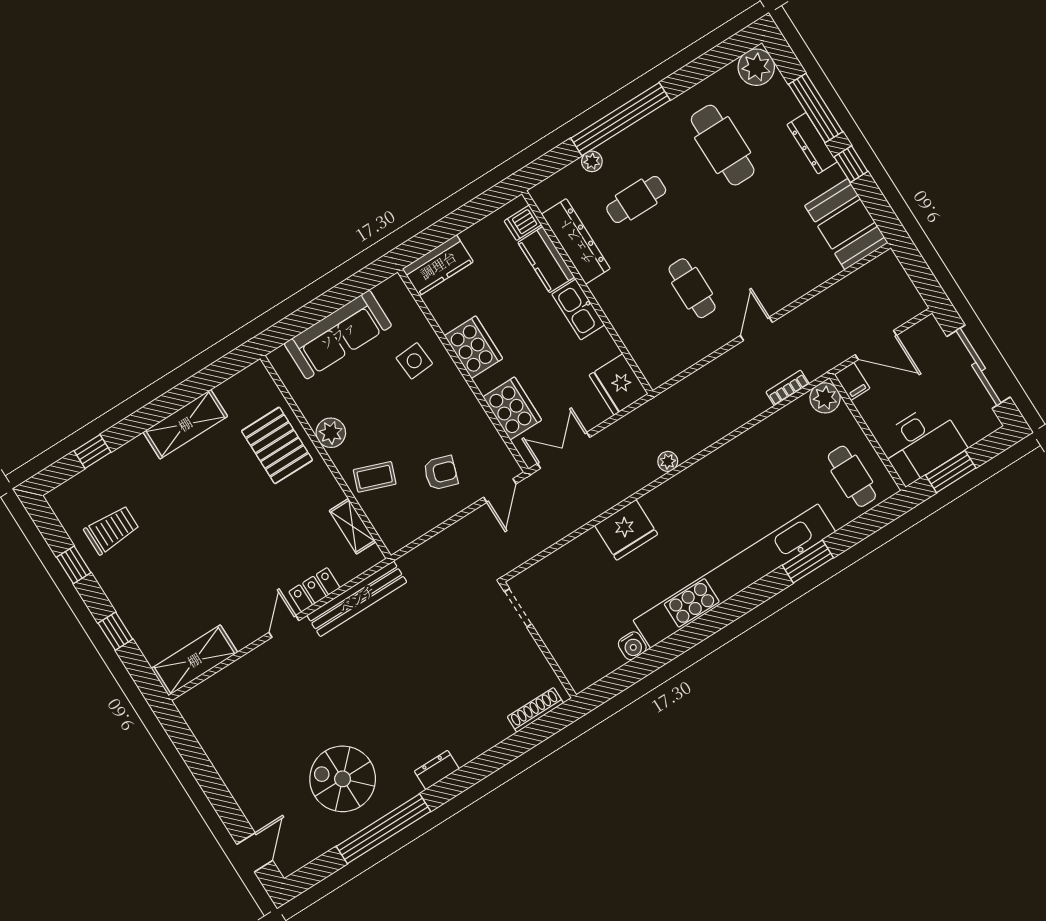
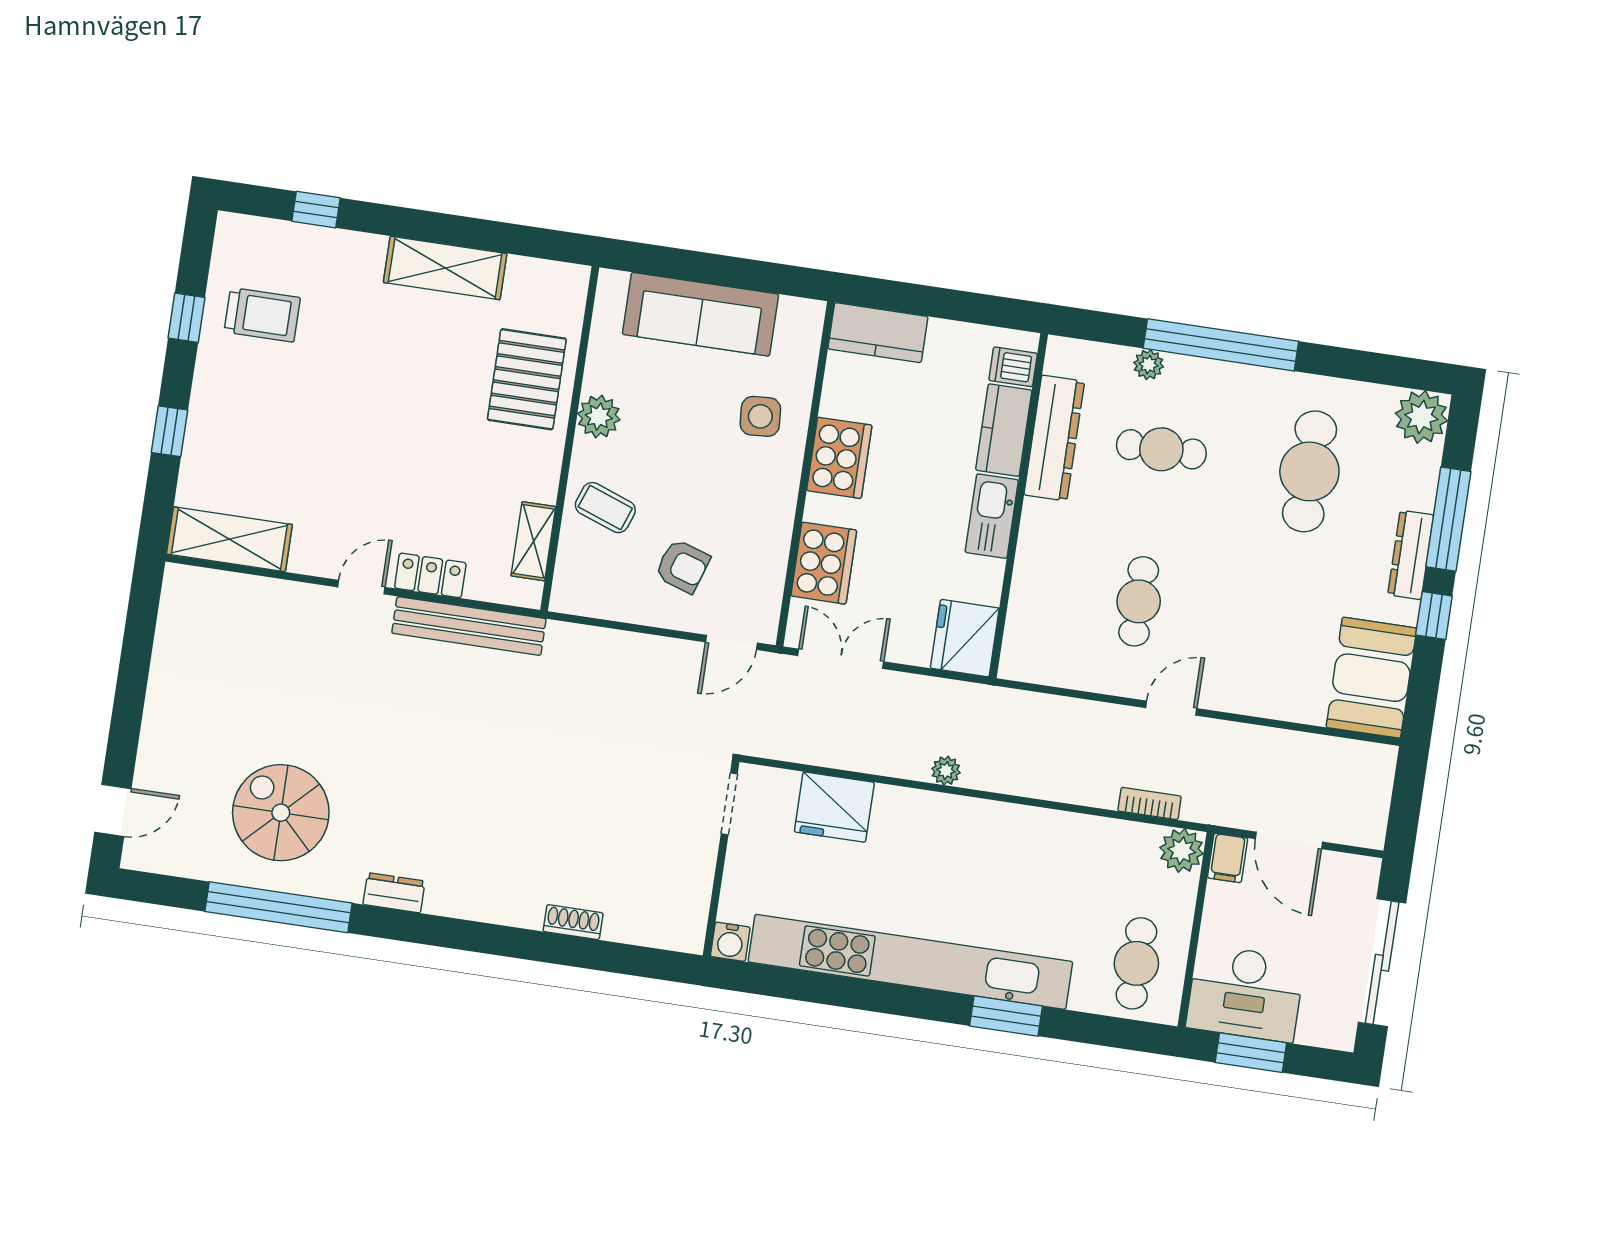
doorway: (518, 608) -> (729, 804), moved
wall: (538, 640) -> (721, 859), moved
shoe rack: (535, 710) -> (573, 922), width x0.70

